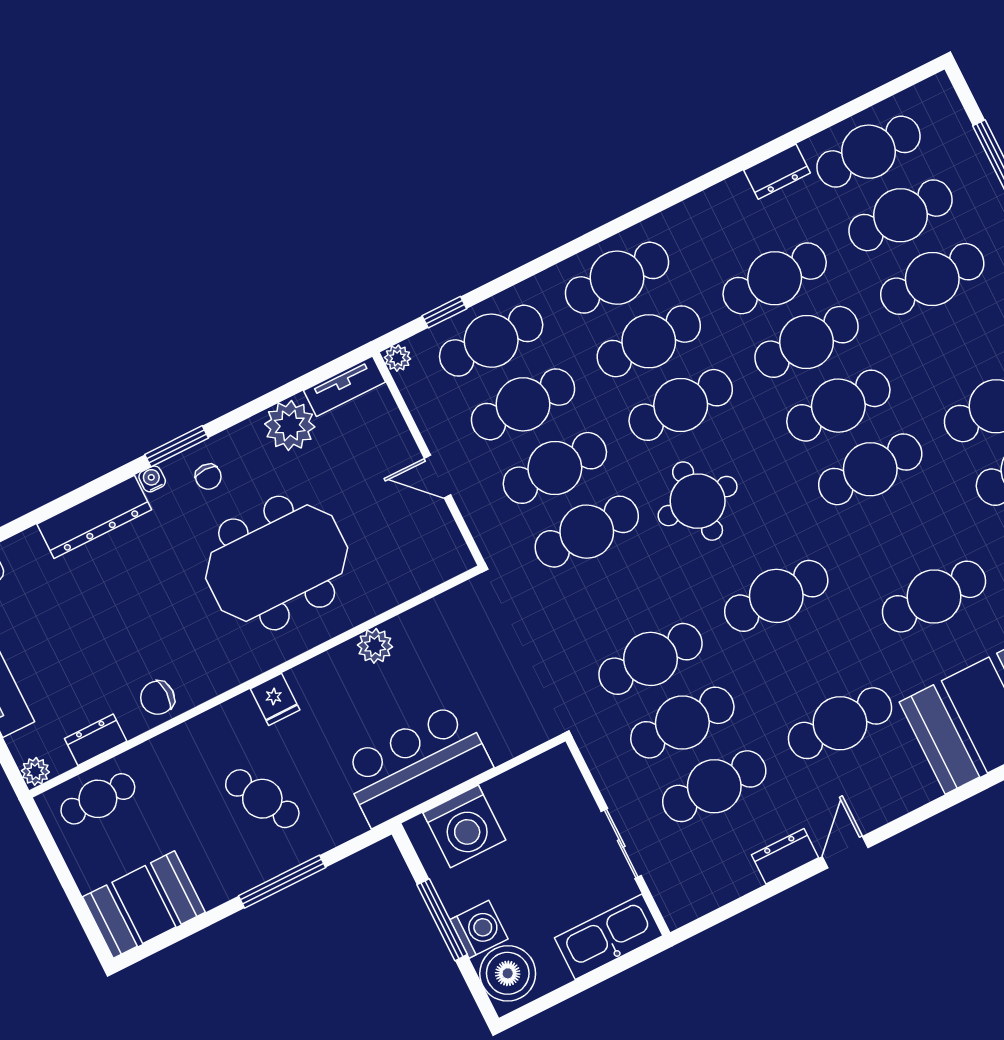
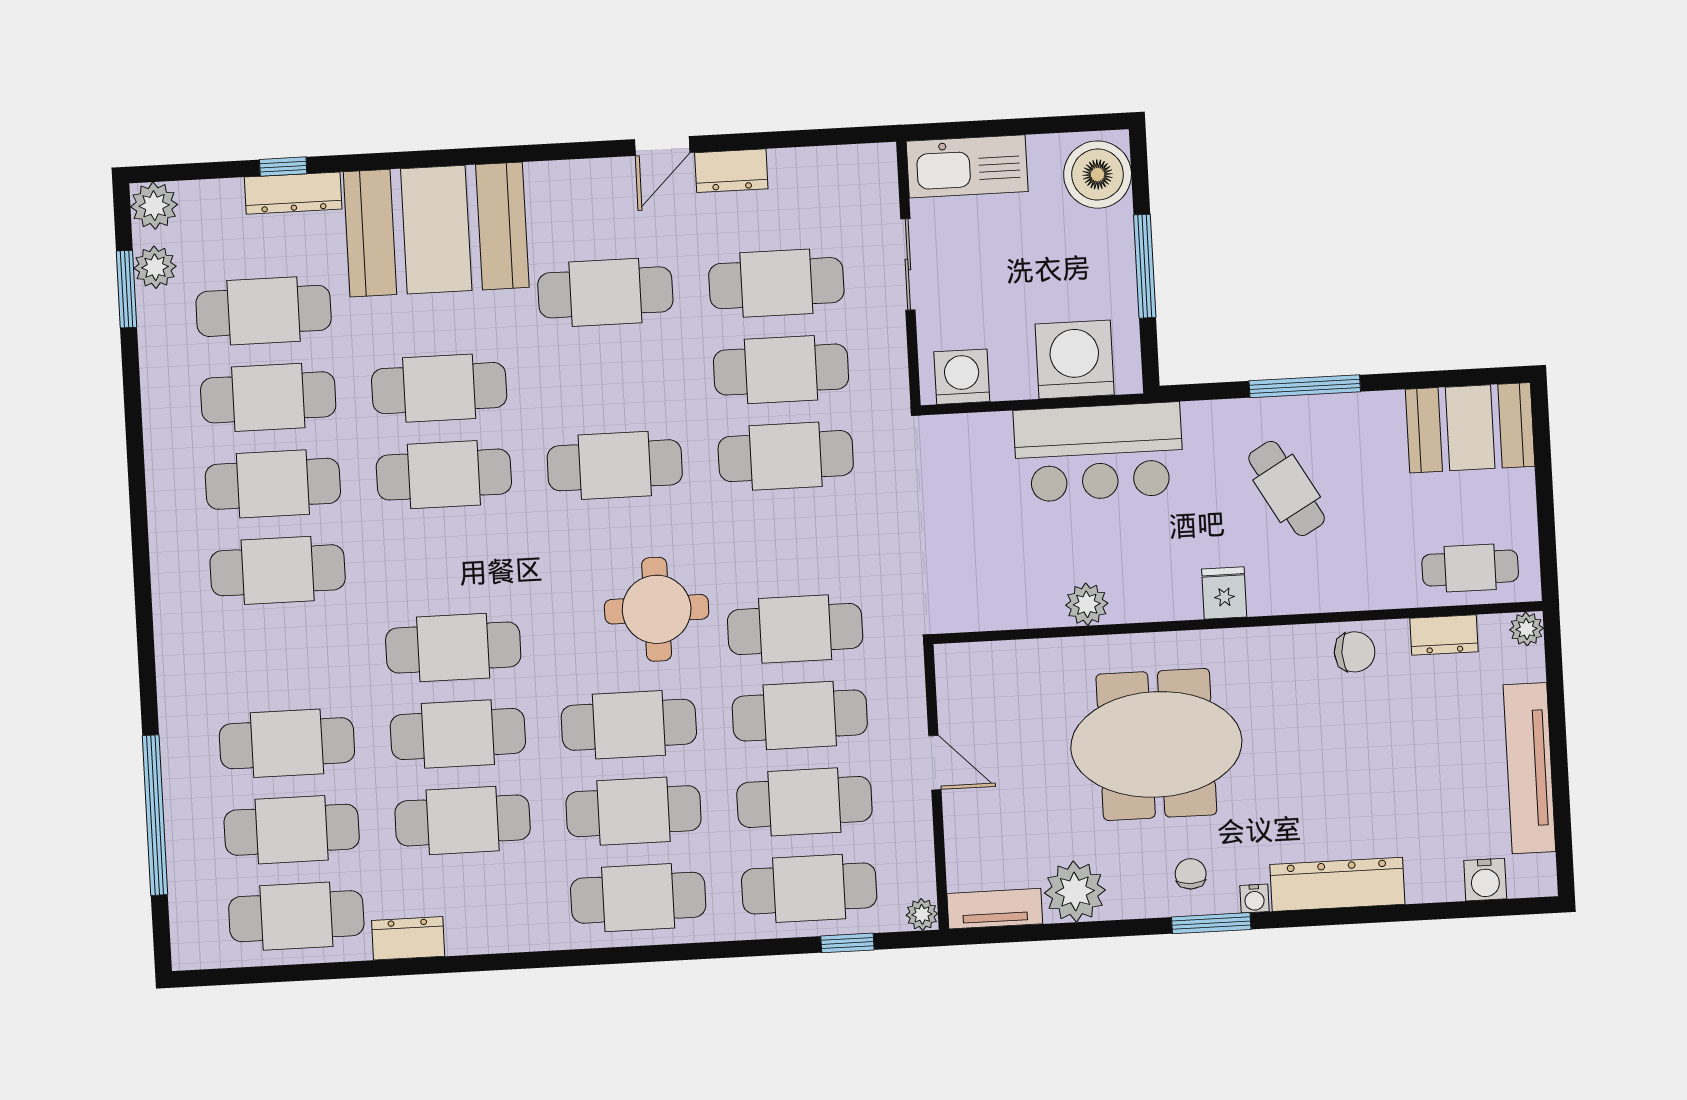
cafe table: (870, 469) -> (444, 475), moved
washing machine: (479, 929) -> (962, 377), moved, turned 90

